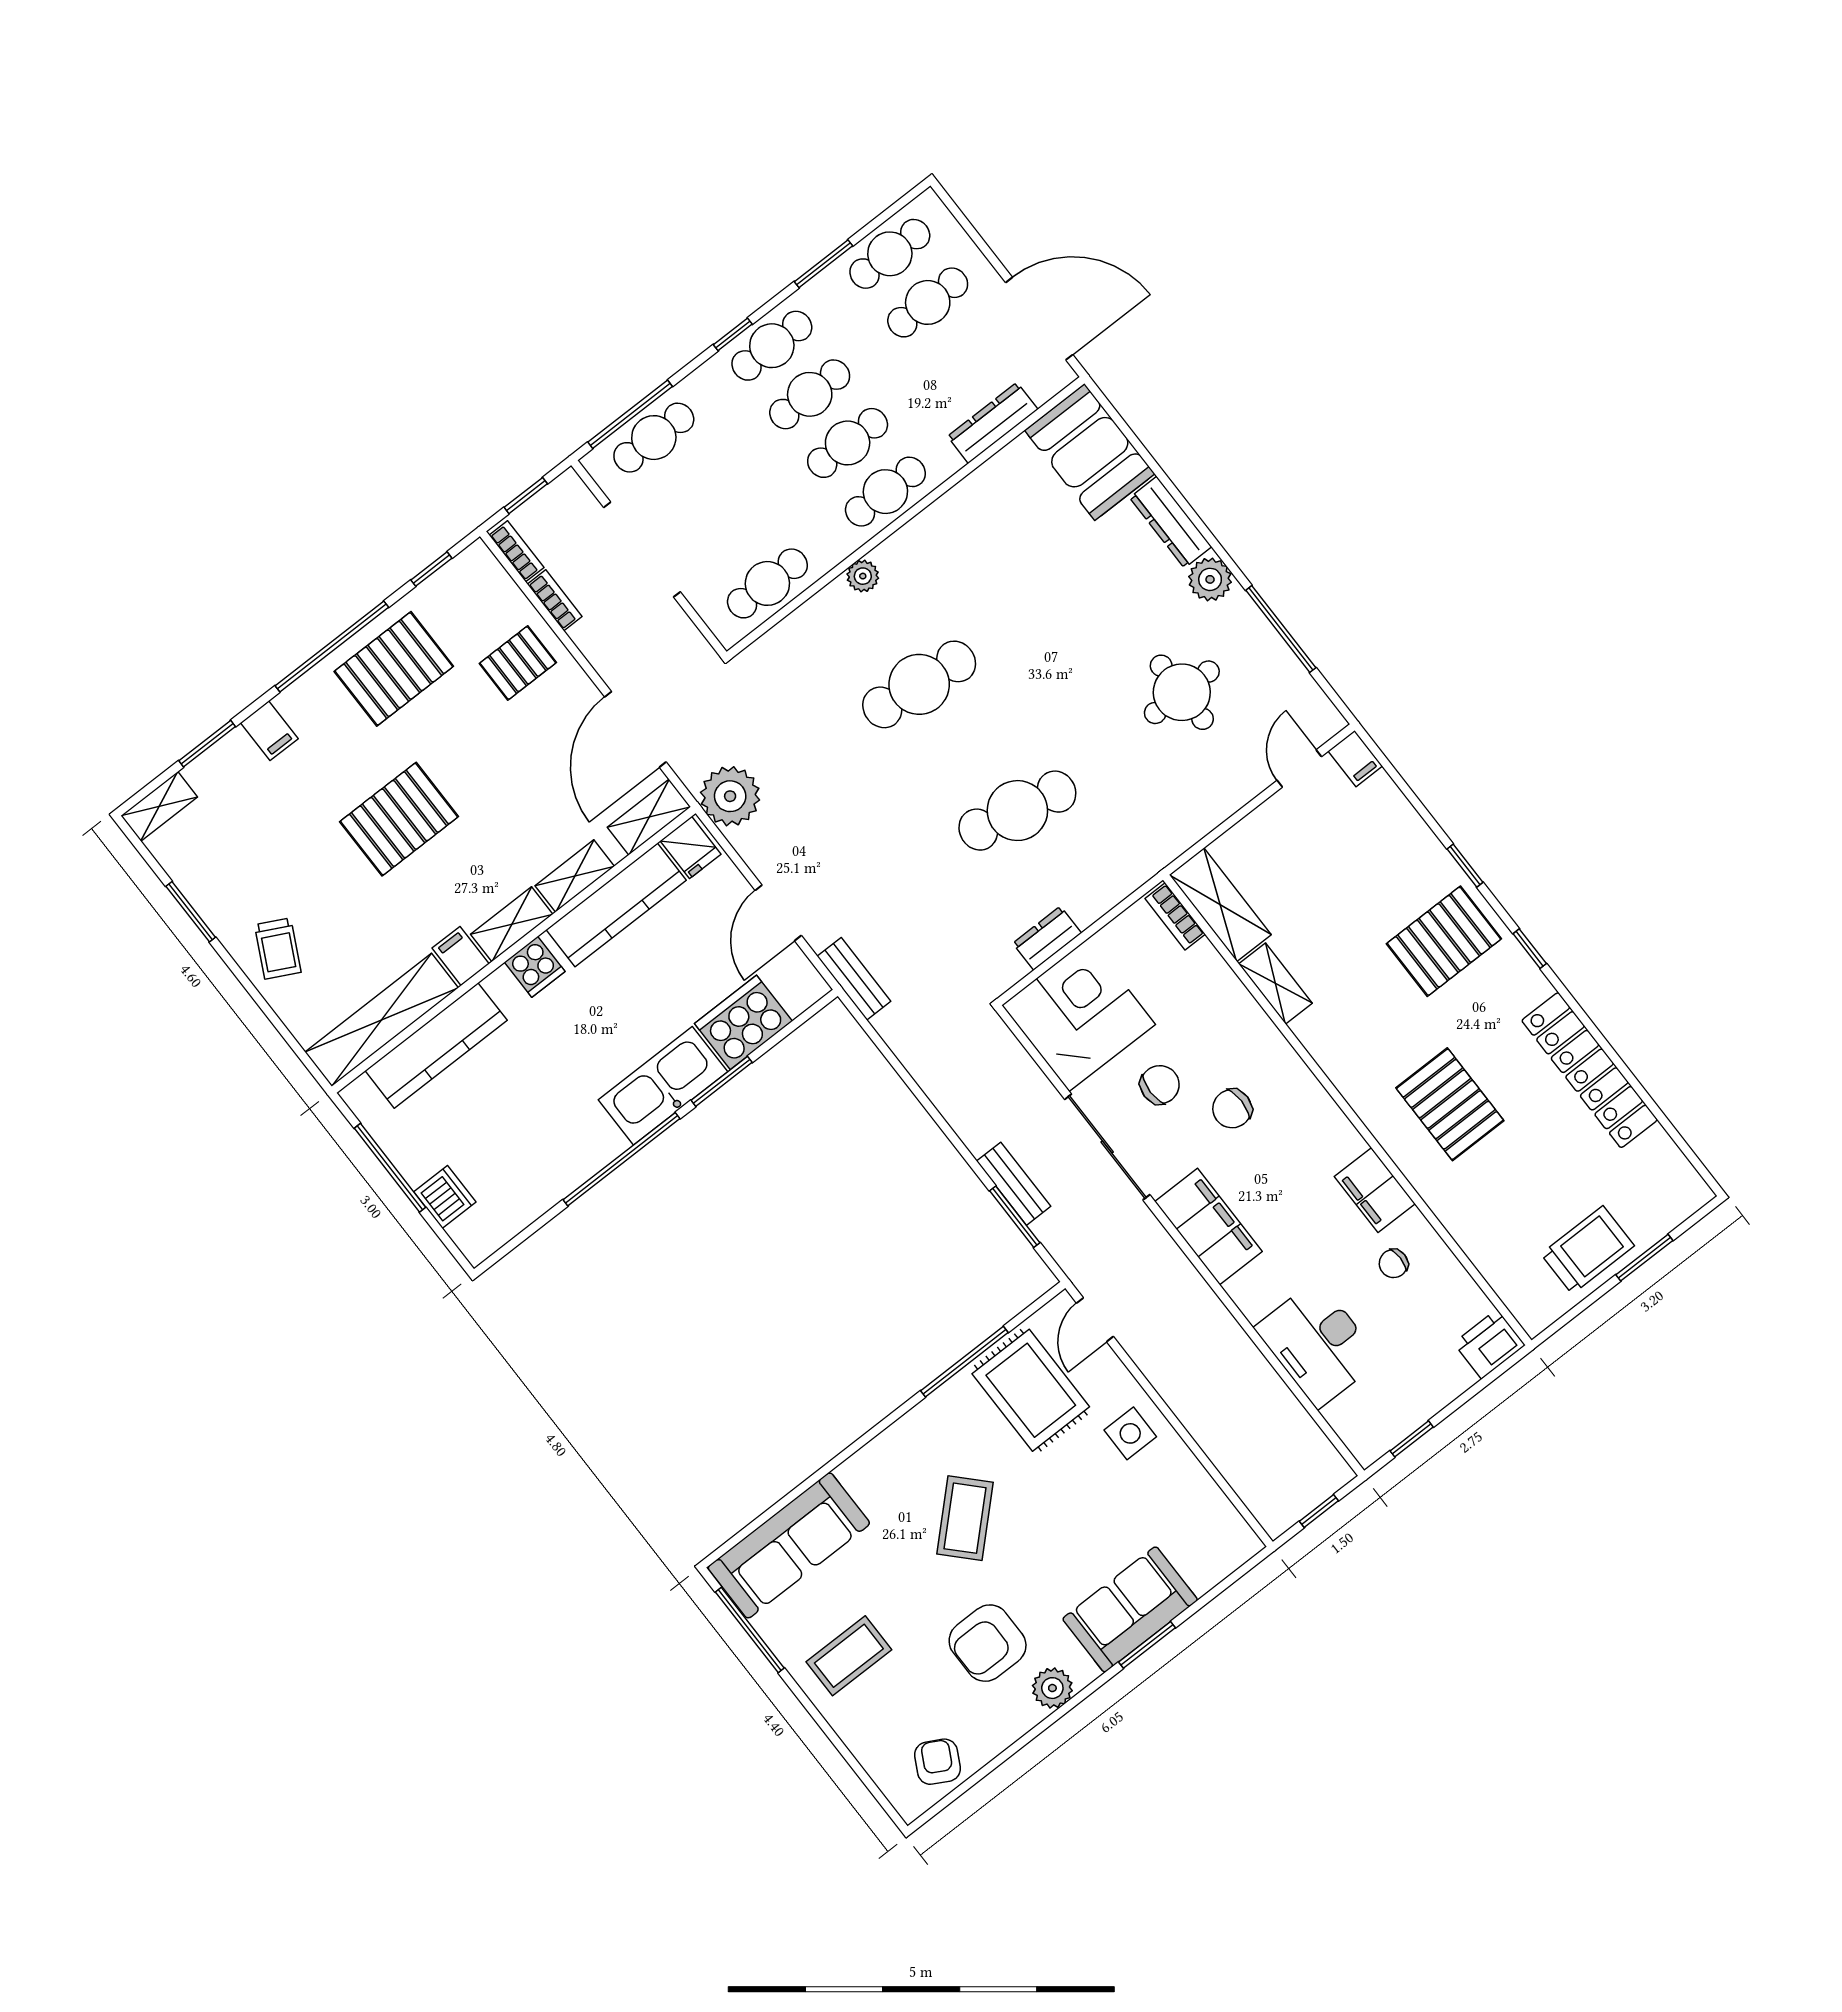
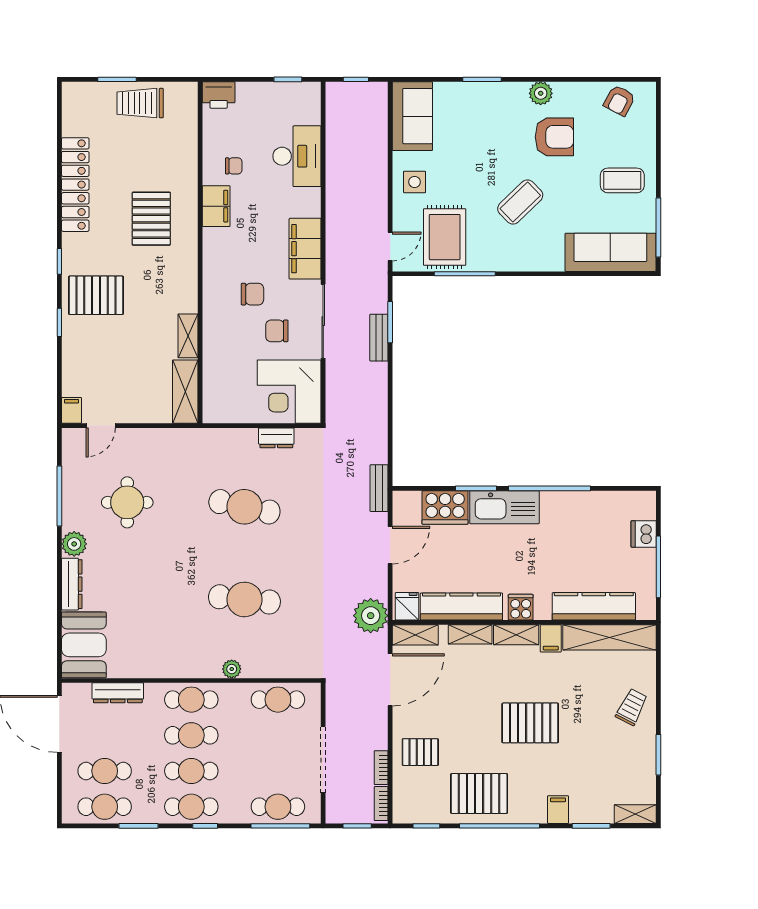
bookcase: (1175, 916) -> (210, 402), removed
sofa: (1130, 1609) -> (412, 116), moved, turned -90

